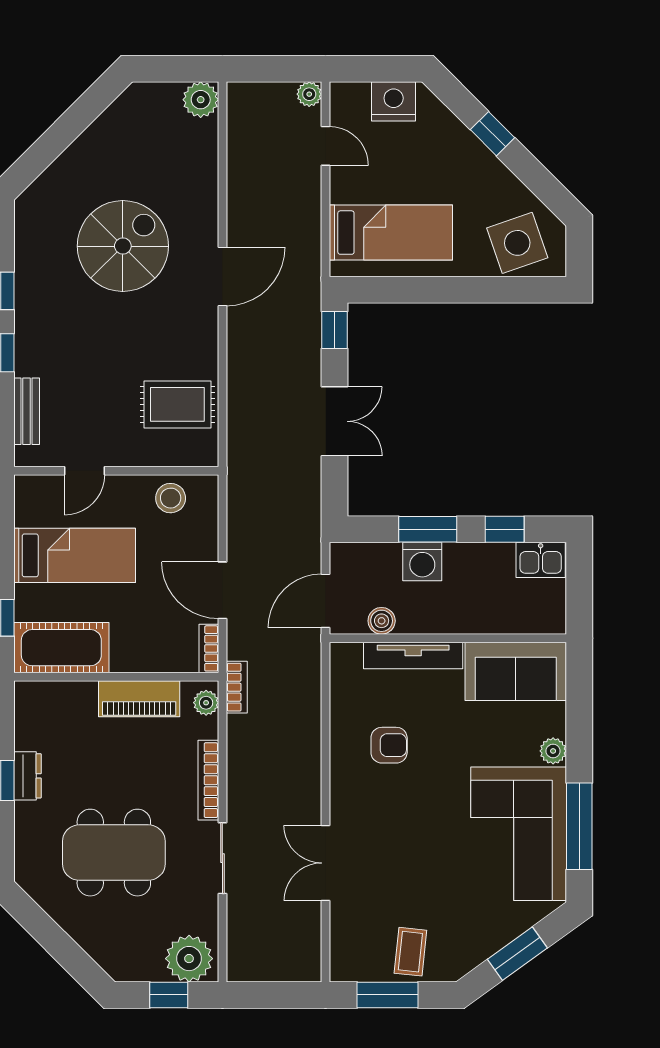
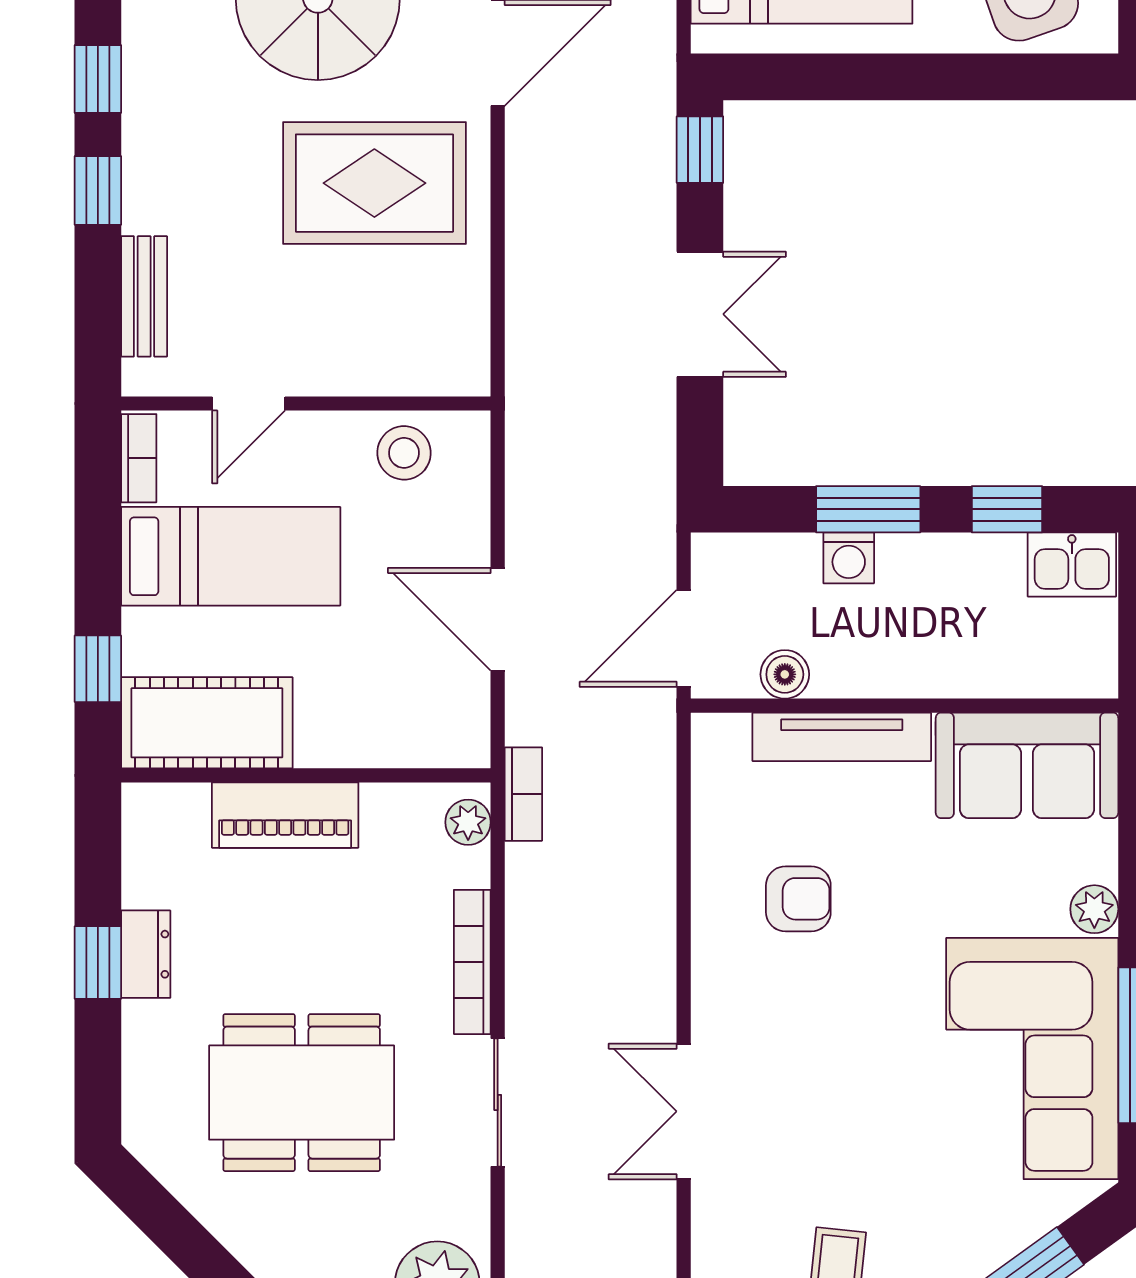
rug: (177, 404) -> (374, 183), moved, width x1.36, depth x1.43
washing machine: (422, 562) -> (849, 558), width x0.73, depth x0.73
bookcase: (209, 648) -> (139, 458), moved, turned 180
piano: (139, 699) -> (285, 815), moved

